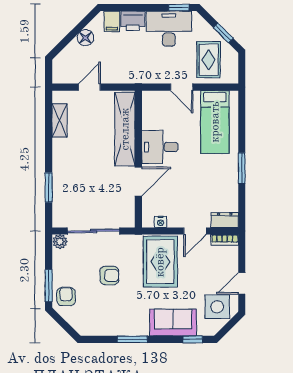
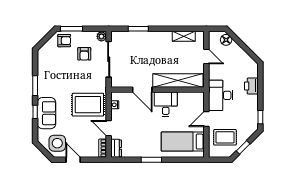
filing cabinet: (112, 21) -> (251, 72), removed
desk: (169, 29) -> (221, 95), moved, turned 180
floor lamp: (85, 38) -> (226, 40), moved
armchair: (109, 276) -> (84, 54), moved
window: (193, 339) -> (35, 112), moved

